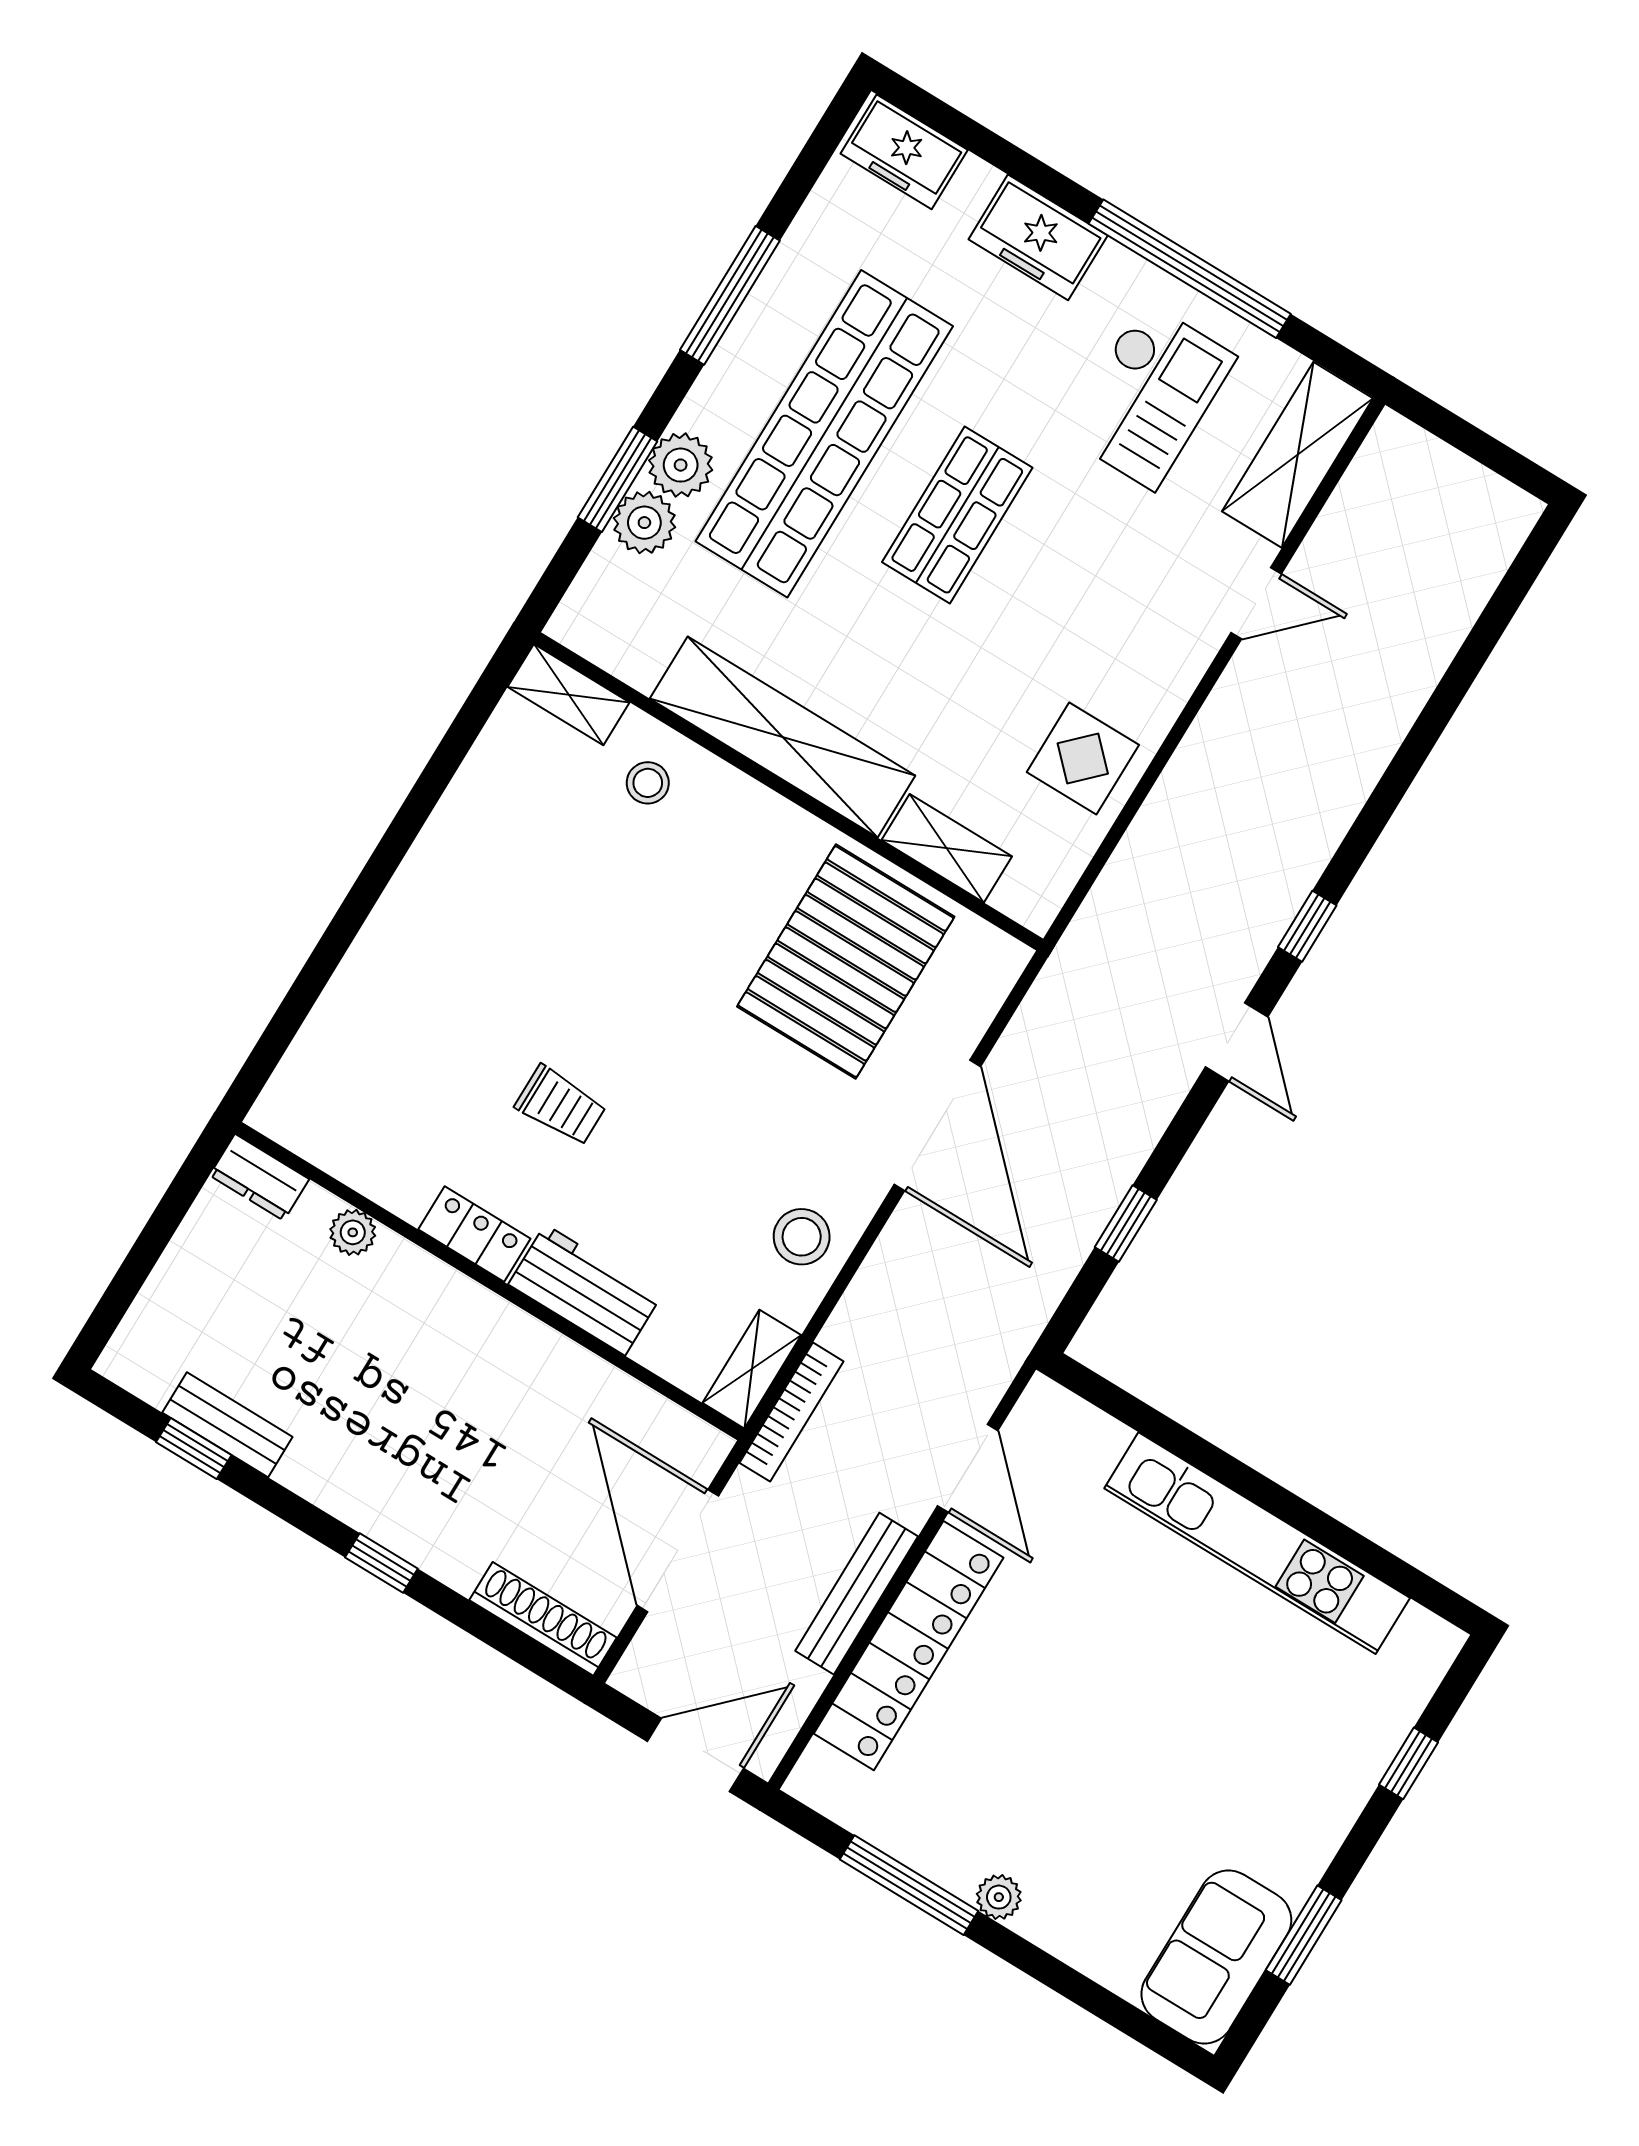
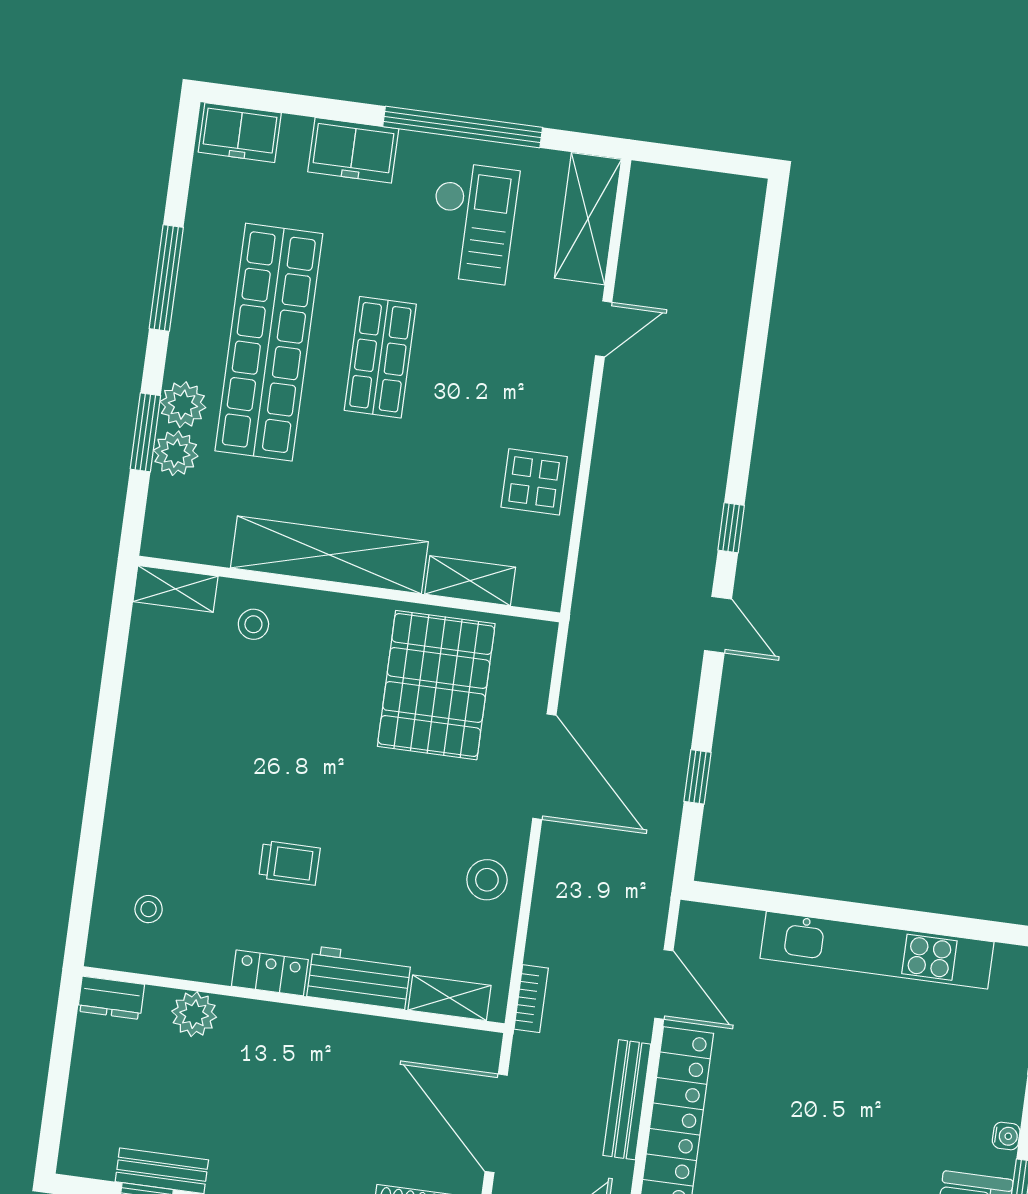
stool: (356, 1086) -> (149, 909), added
plant: (353, 1232) -> (194, 1014), width x1.38, depth x1.38
shelving: (752, 1369) -> (450, 998), moved, turned 90
bookcase: (792, 1412) -> (531, 999), width x0.64
water cooler: (1317, 1851) -> (1006, 1136), added

